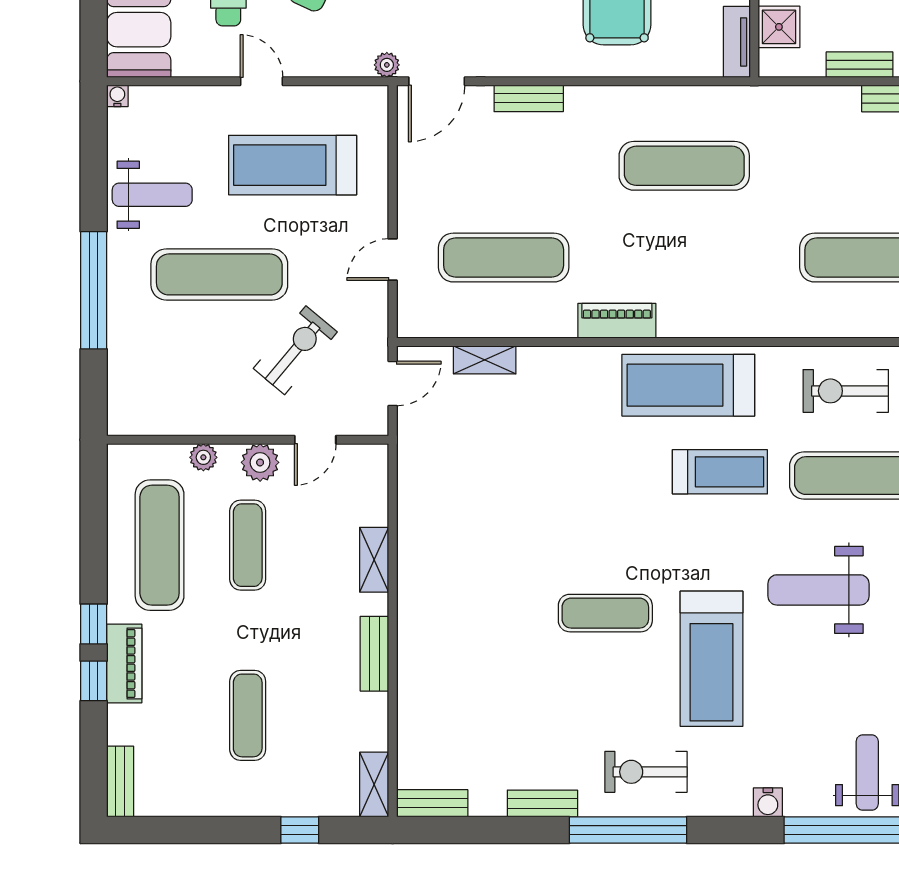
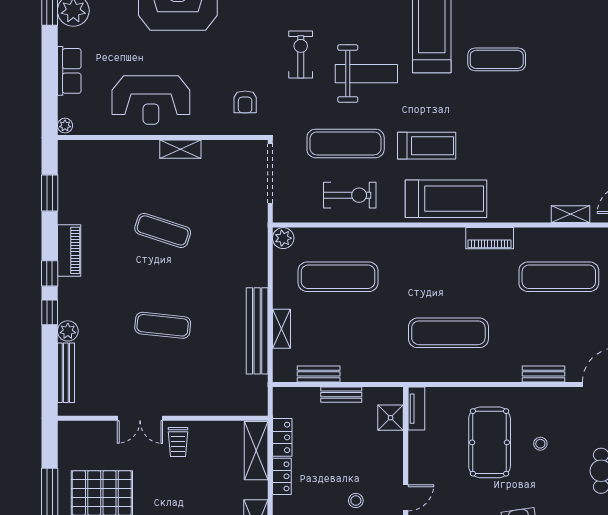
treadmill: (720, 472) -> (427, 146), turned 180

